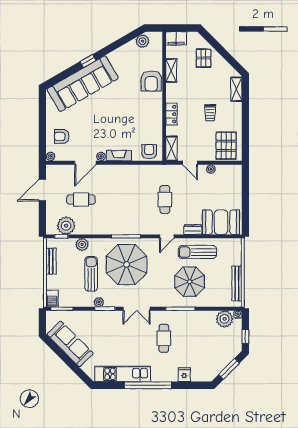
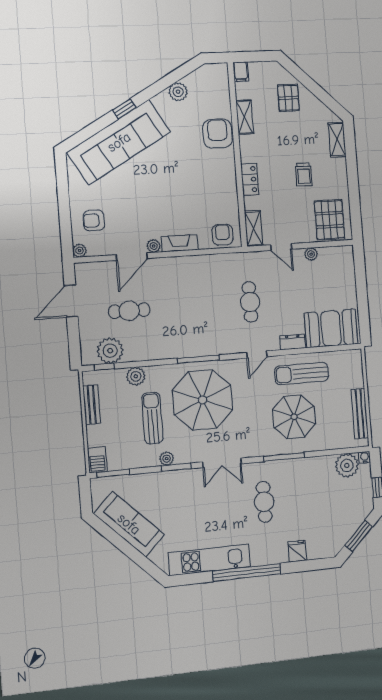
filing cabinet: (176, 38) -> (241, 72), width x0.50
plant: (143, 41) -> (178, 92), moved
armchair: (151, 81) -> (217, 134), turned 180

